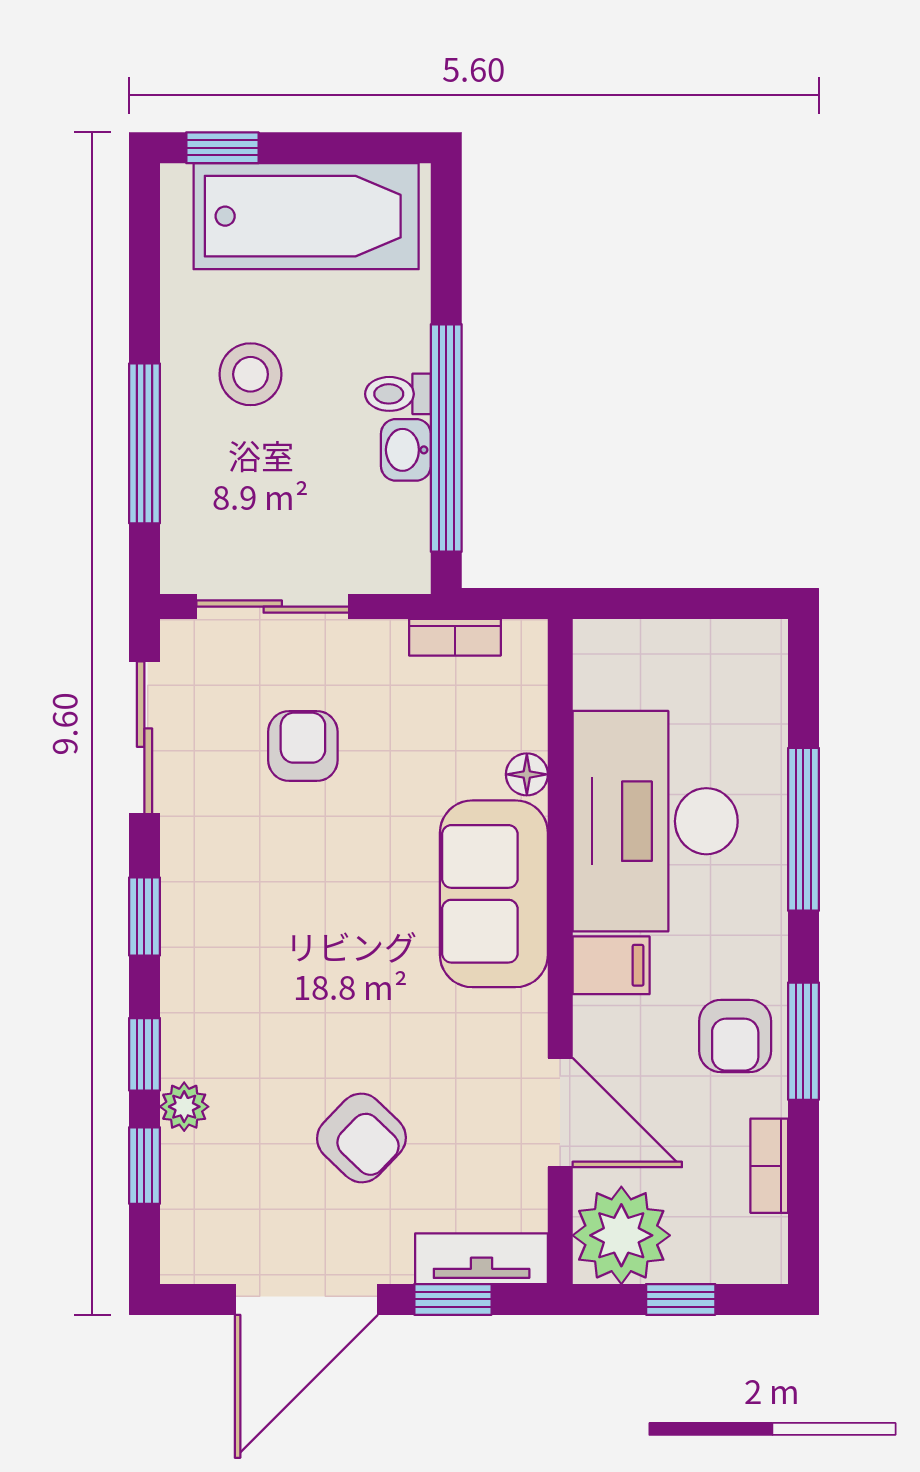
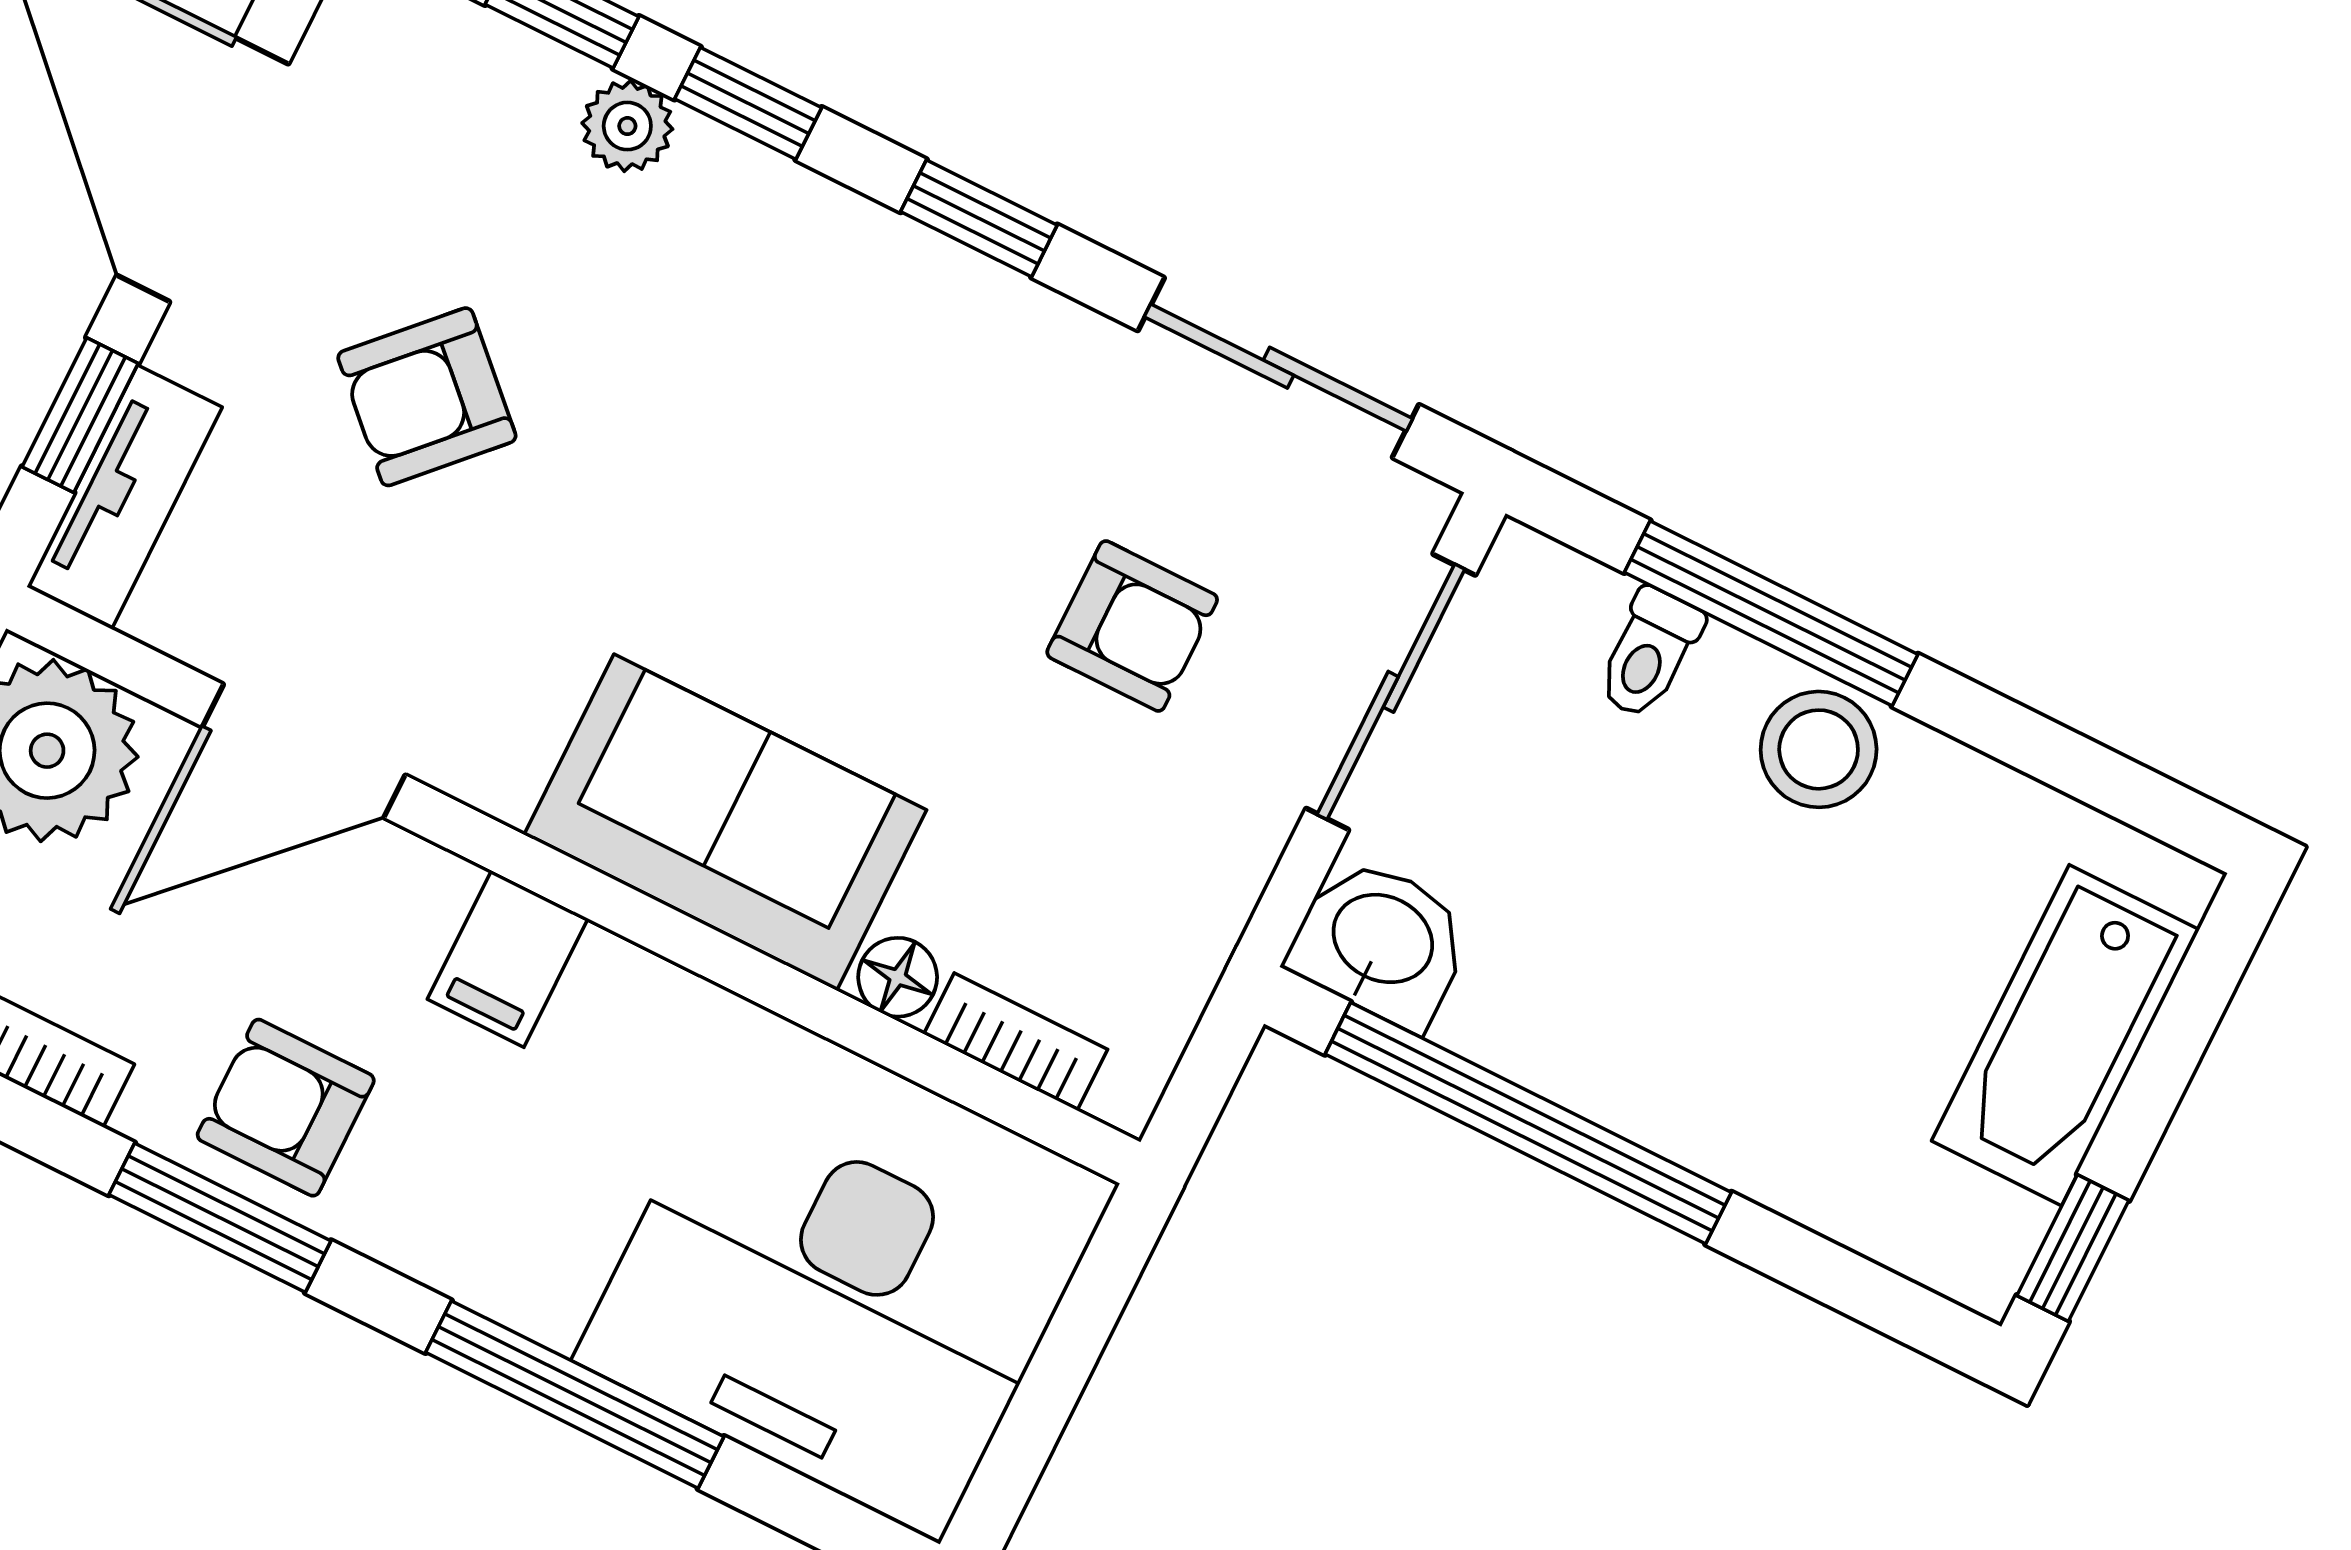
window: (222, 148) -> (2073, 1248), moved
bathtub: (306, 216) -> (2065, 1035), width x0.73, depth x0.73
stool: (251, 374) -> (1819, 749), moved
toilet: (398, 394) -> (1649, 653), moved, turned 180
washbasin: (406, 450) -> (1381, 942), moved, width x1.38, depth x1.45
bookcase: (455, 637) -> (1016, 1042), moved, turned 90
desk: (655, 821) -> (824, 1314), moved, turned 180

